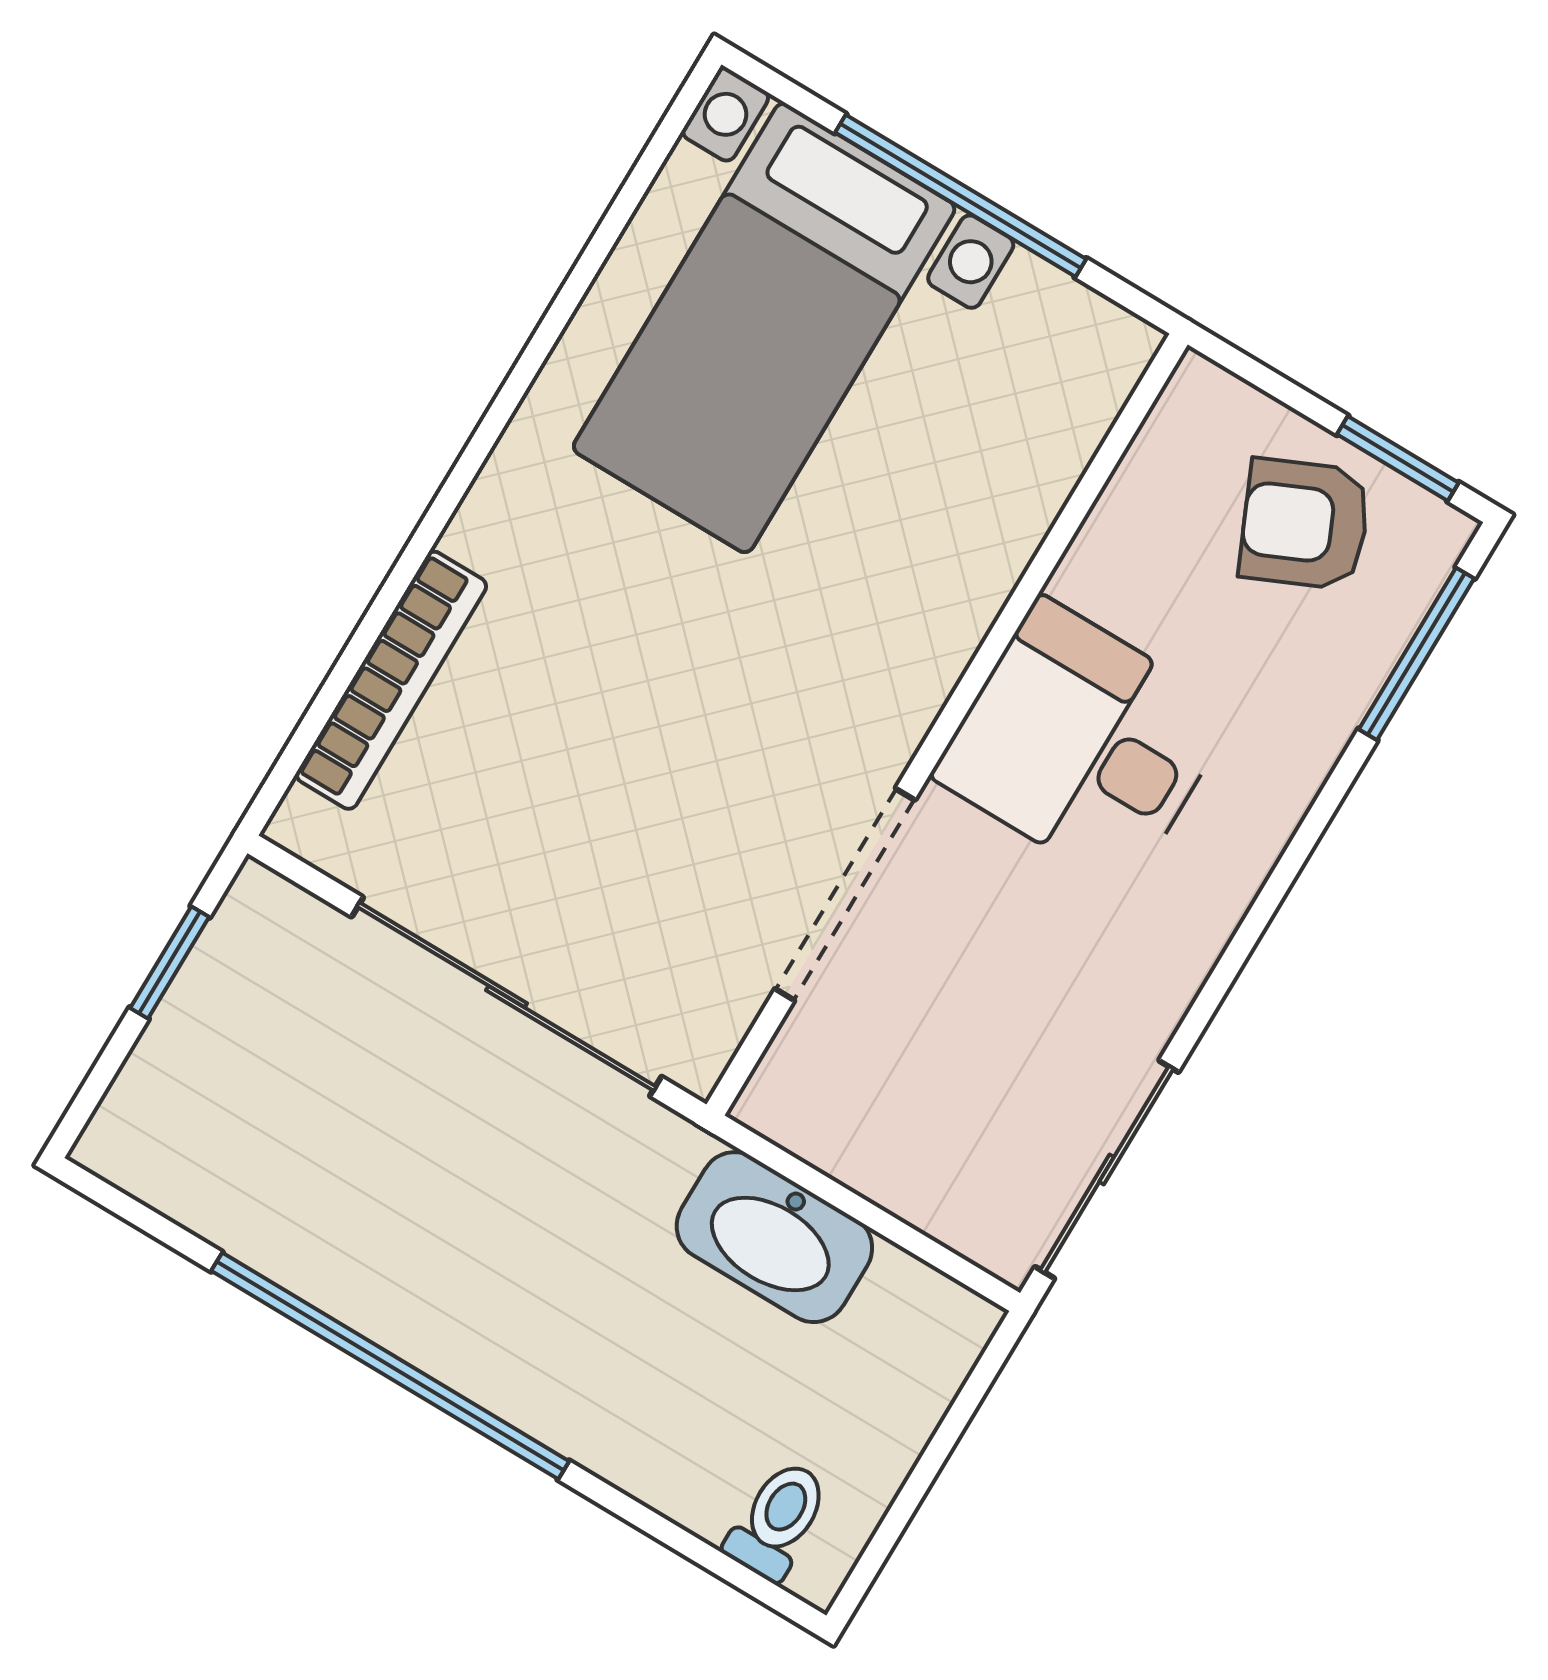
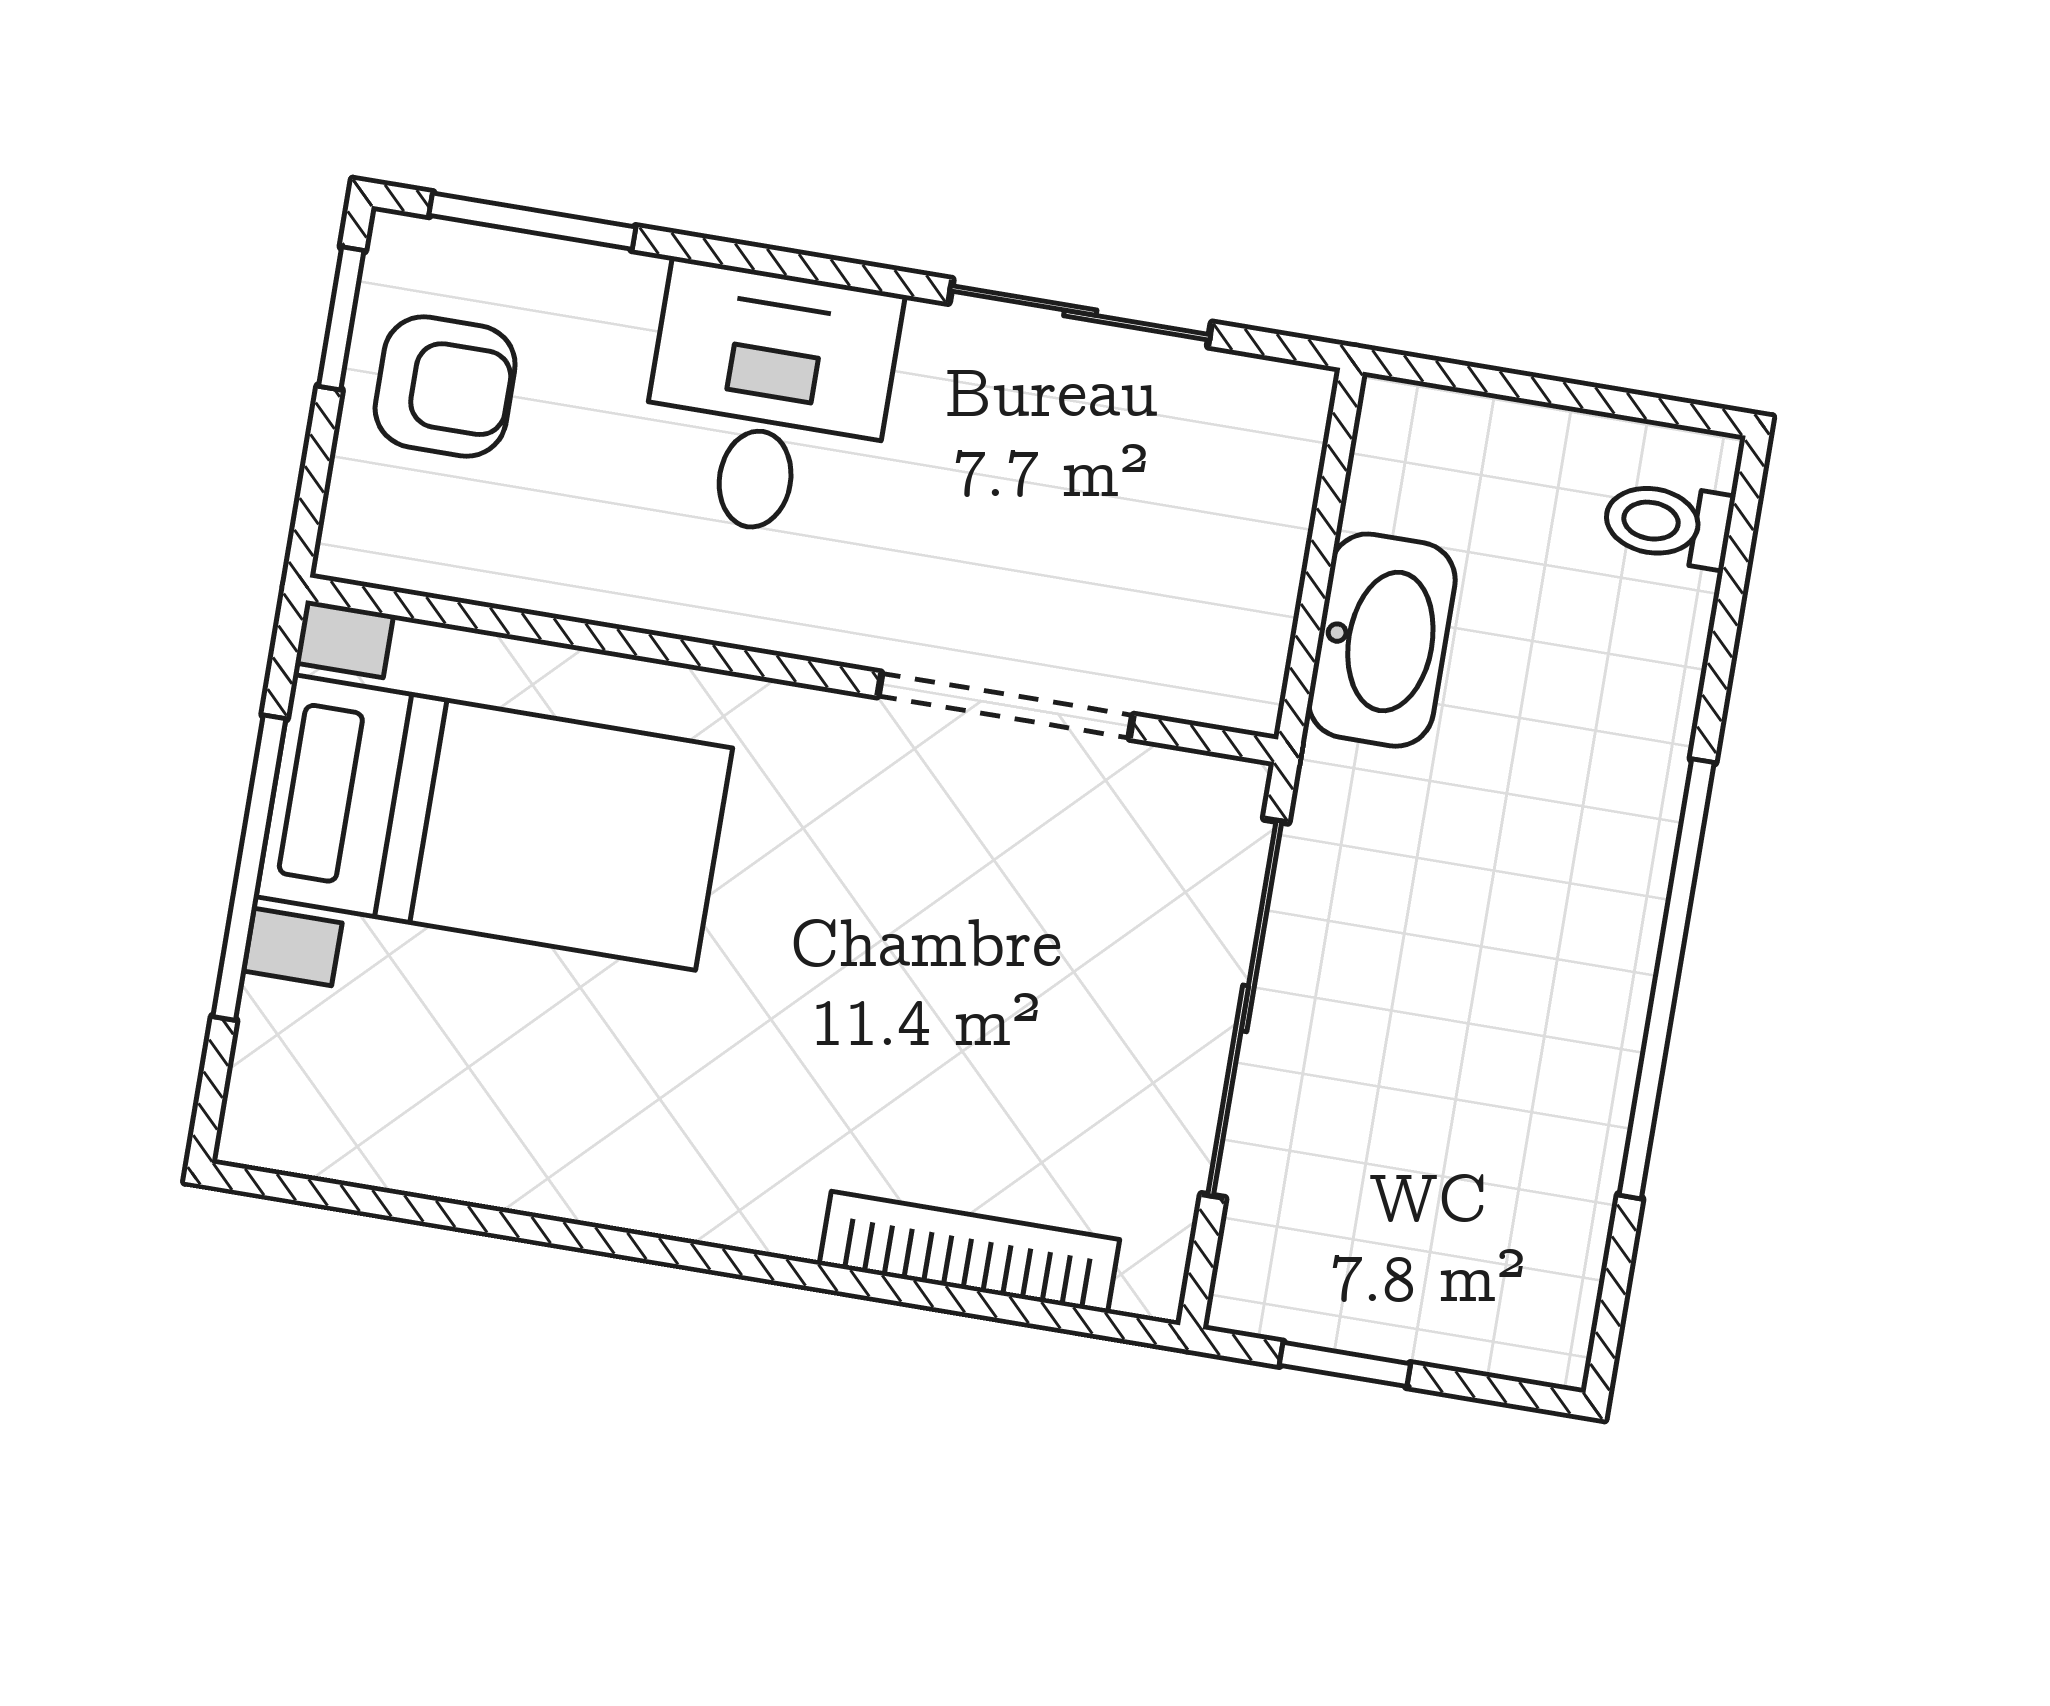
bed with nightstands: (764, 328) -> (494, 822), moved
armchair: (1305, 524) -> (445, 387), turned -66
desk: (1083, 744) -> (768, 401), moved, turned 180
sliding door: (1107, 1169) -> (1080, 313), moved

